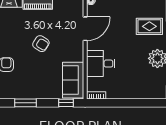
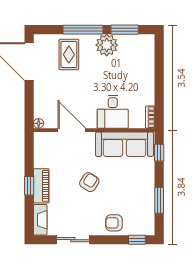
sofa: (73, 80) -> (125, 144), width x1.36

